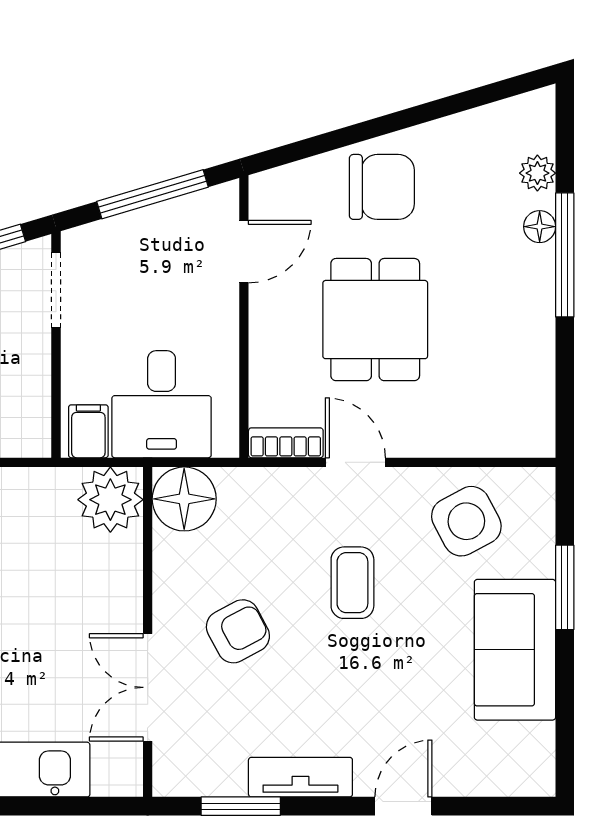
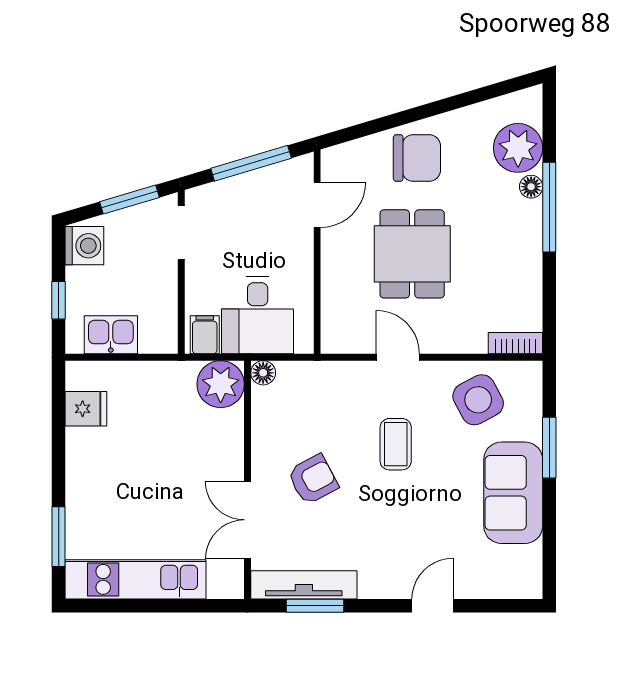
plant: (537, 173) -> (518, 148), width x1.88, depth x1.88
bookcase: (286, 443) -> (515, 343), moved
floor lamp: (184, 499) -> (263, 373), width x0.53, depth x0.53
tv unit: (300, 777) -> (304, 585), moved, width x1.41

